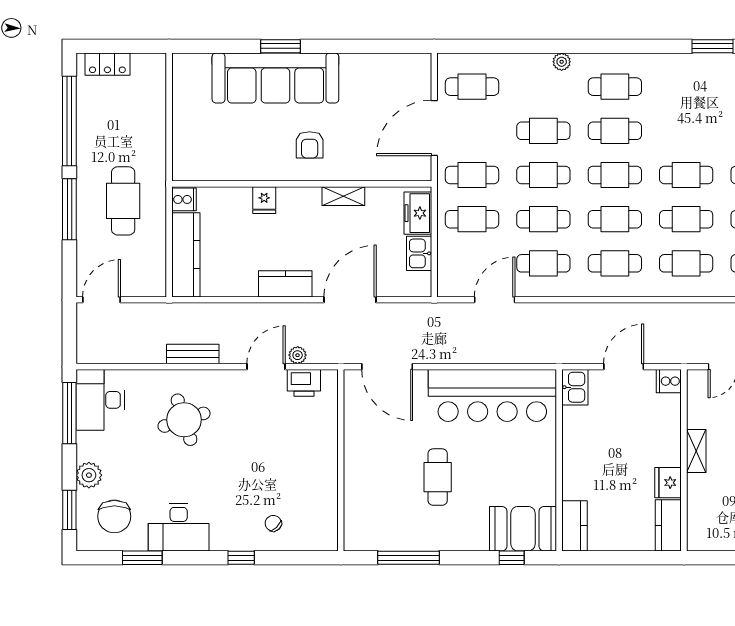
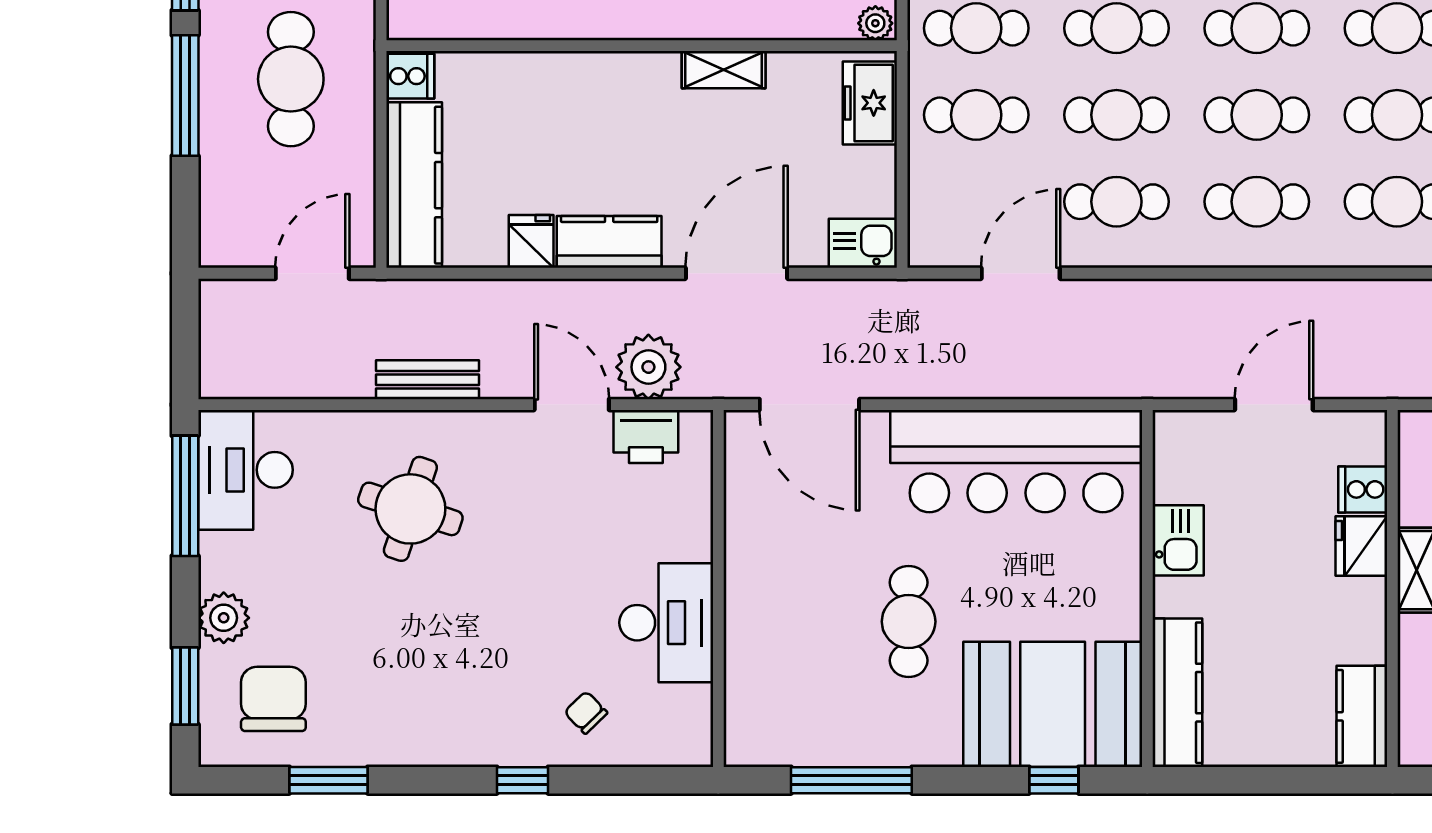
plant: (421, 172) -> (875, 23), added
fridge: (264, 200) -> (531, 241), moved, turned 180
kitchen sink: (419, 253) -> (863, 243), moved, turned 90
door: (102, 300) -> (312, 273), moved
plant: (298, 355) -> (648, 367), width x1.88, depth x1.88
door: (266, 367) -> (572, 405), hinge flipped
cooker: (669, 381) -> (1363, 489), moved
kitchen sink: (575, 387) -> (1178, 540), moved
round table: (184, 420) -> (410, 509), turned 36
fridge: (668, 483) -> (1361, 546), moved
chair: (114, 516) -> (273, 699), turned 180
kitchen counter: (574, 526) -> (1177, 693), width x1.50
desk: (179, 527) -> (666, 623), moved, turned -90
booth: (523, 529) -> (1053, 704), width x1.36, depth x1.42

